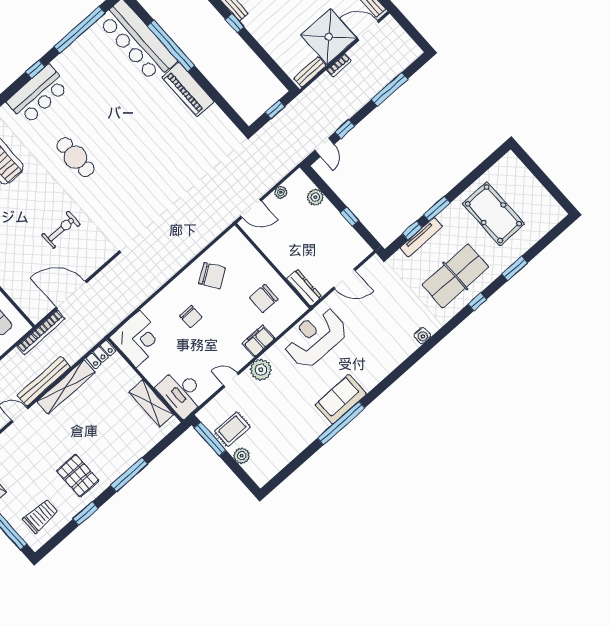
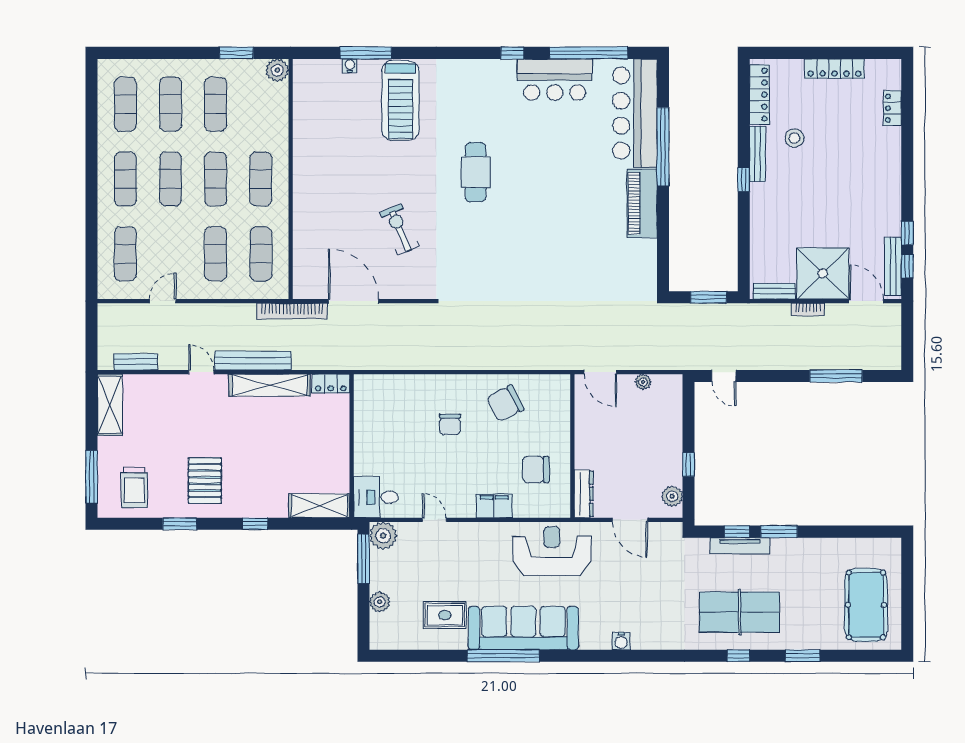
bar counter: (38, 95) -> (555, 80), moved
window: (275, 109) -> (709, 297), width x1.50
window: (345, 129) -> (759, 376), removed
door: (324, 147) -> (724, 376), hinge flipped
plant: (315, 197) -> (672, 496), moved
pool table: (493, 214) -> (866, 605), moved
exercise bike: (61, 230) -> (399, 229), turned -113
chair: (212, 276) -> (505, 403), turned 97
water cooler: (422, 336) -> (621, 641), moved
corner desk: (138, 339) -> (380, 400), removed
plant: (261, 370) -> (383, 536), moved
desk: (181, 392) -> (376, 497), width x0.73
sofa: (341, 399) -> (523, 628), width x1.85, depth x1.27
shelving: (151, 403) -> (319, 506), moved, turned 90
rug: (232, 429) -> (445, 615), moved
window: (129, 475) -> (255, 524), width x0.46
trolley: (41, 516) -> (134, 488), turned 90

